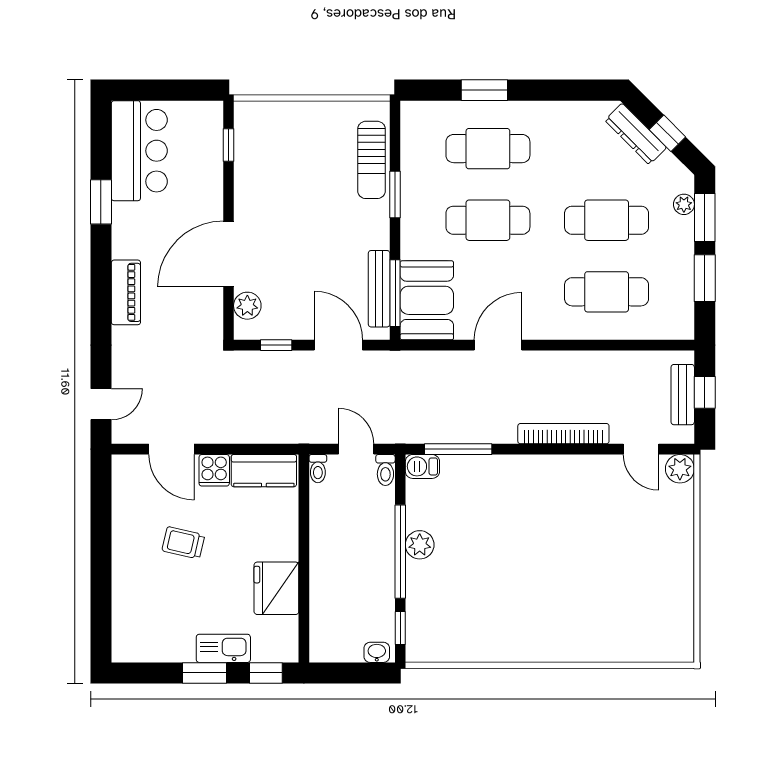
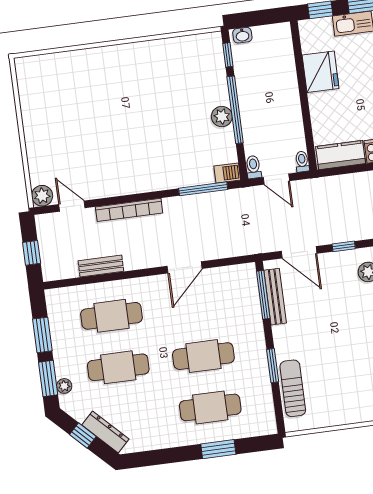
booth: (427, 300) -> (240, 293), removed
bench: (683, 395) -> (101, 266), moved, turned 90

